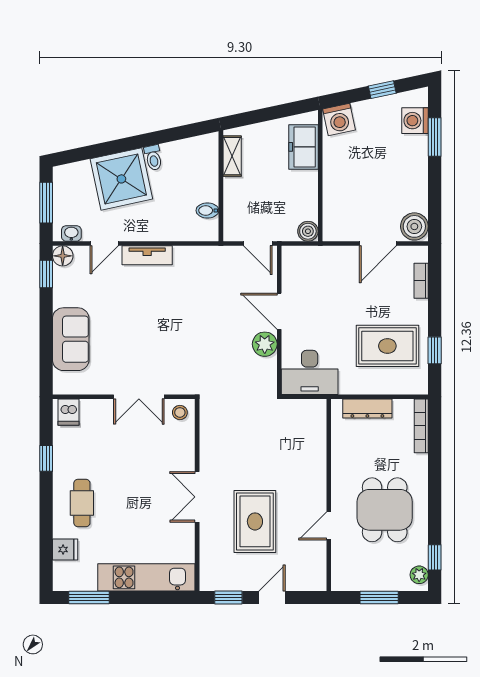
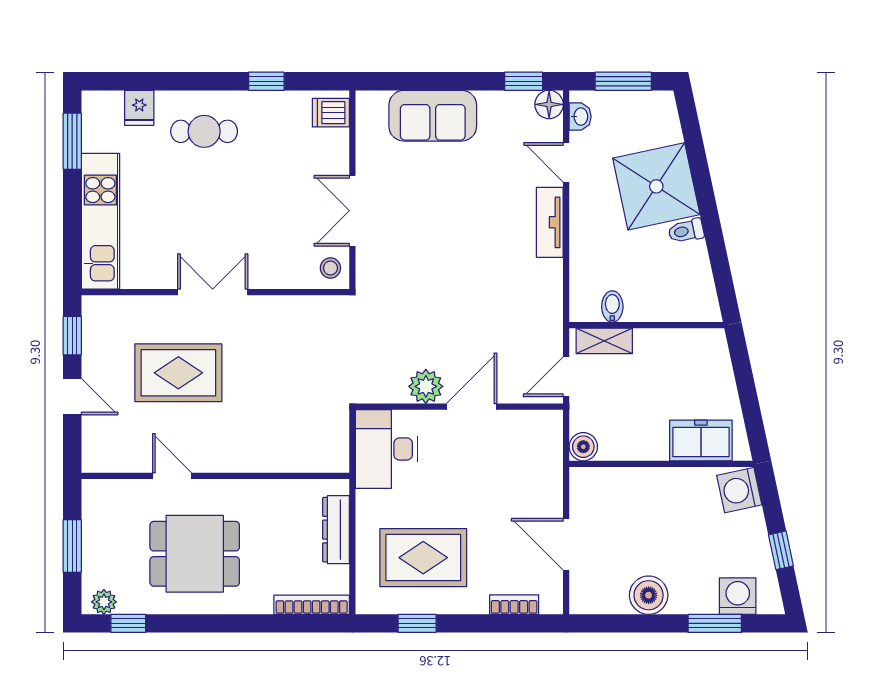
shelving: (232, 156) -> (604, 341), moved
boiler: (414, 226) -> (649, 595), moved
rug: (387, 346) -> (423, 558), turned 90

